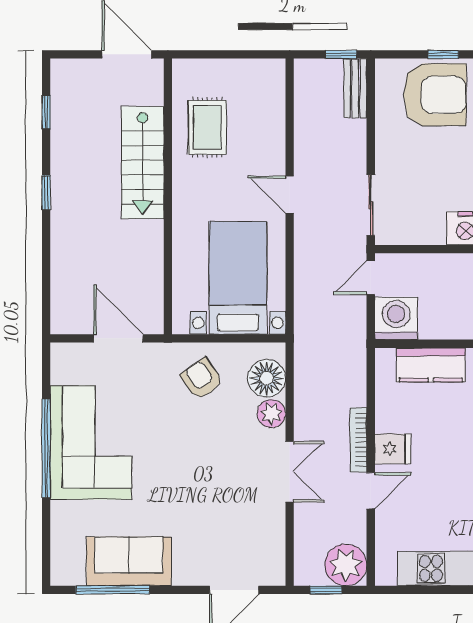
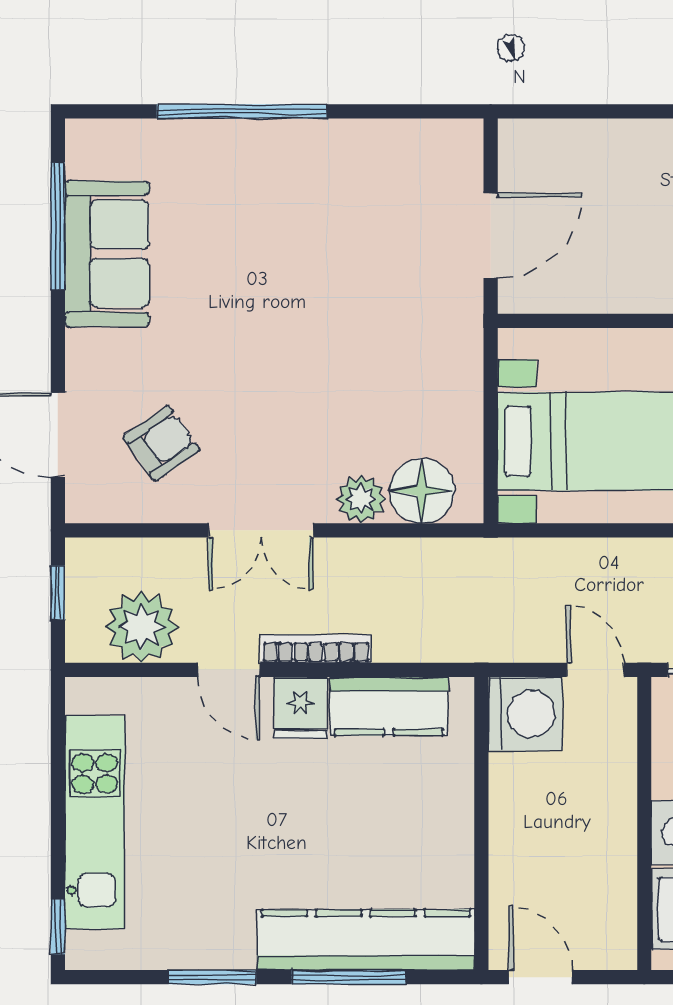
kitchen counter: (431, 365) -> (389, 706), moved, turned -90
armchair: (202, 379) -> (161, 443), moved
corner sofa: (91, 443) -> (311, 188), removed
window: (46, 448) -> (242, 111), moved
plant: (346, 565) -> (142, 627), moved

